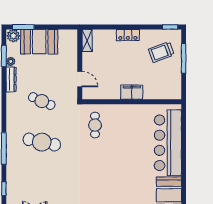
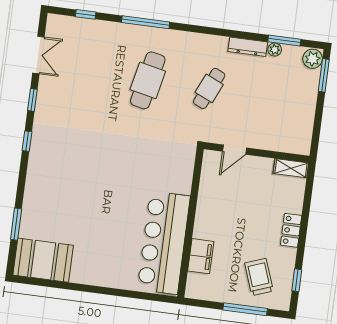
window: (170, 27) -> (297, 280), moved
booth: (39, 42) -> (299, 96), removed
filing cabinet: (132, 92) -> (201, 256), moved
cafe table: (95, 125) -> (163, 163), removed
bar counter: (168, 143) -> (164, 243), moved, turned -90

